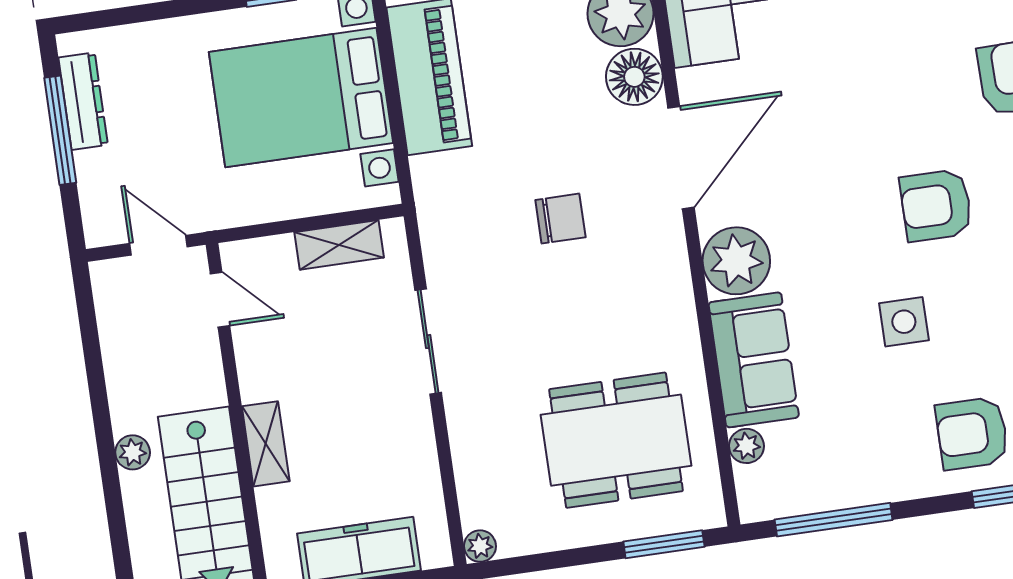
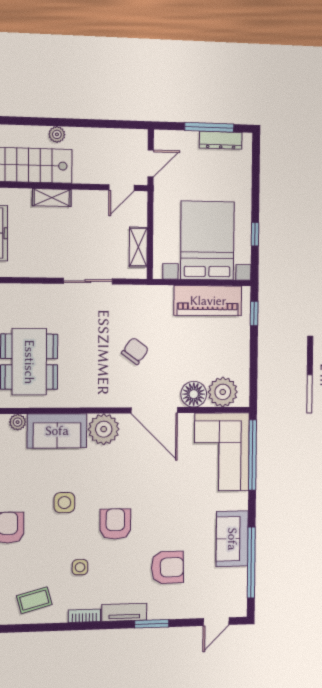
chair: (560, 219) -> (135, 351), turned -144

